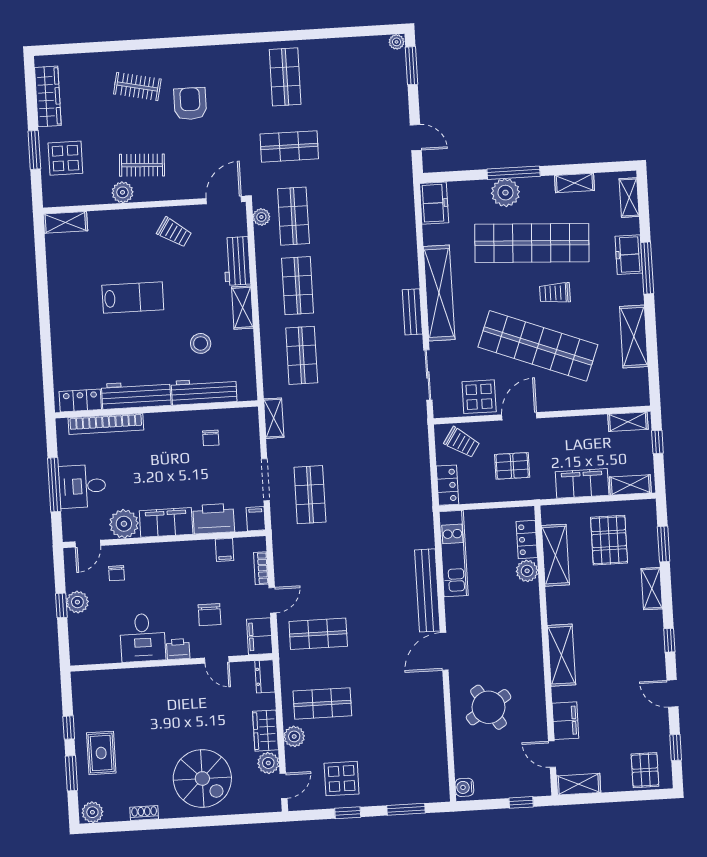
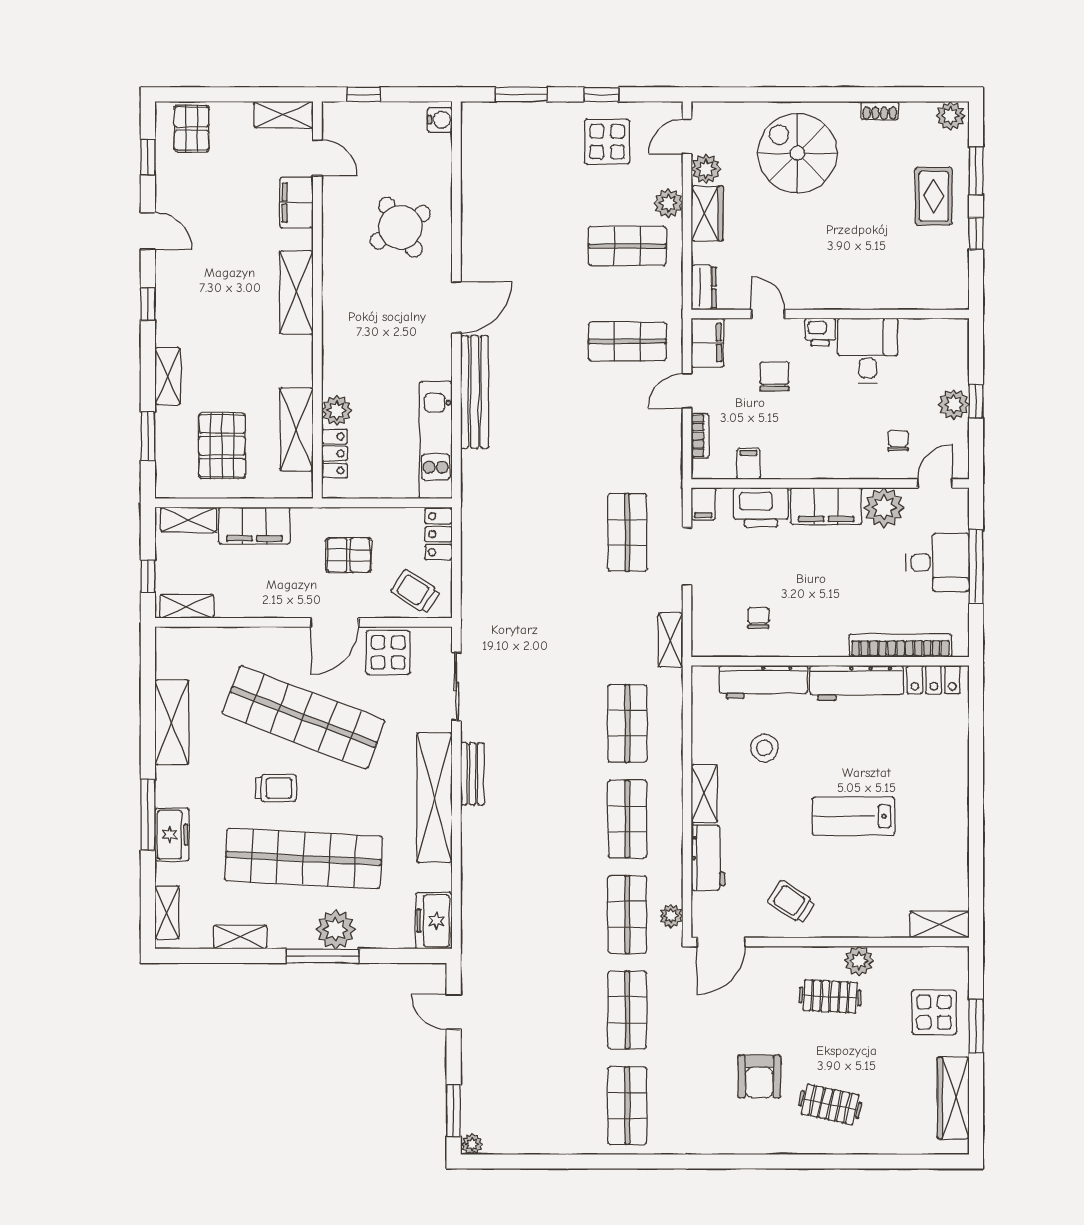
shop shelf: (289, 146) -> (627, 1010), turned 90

